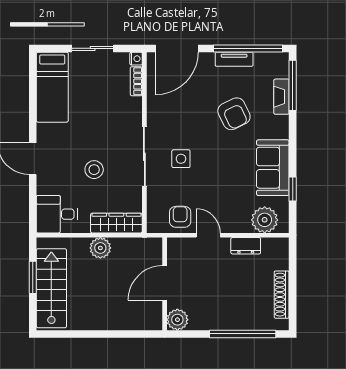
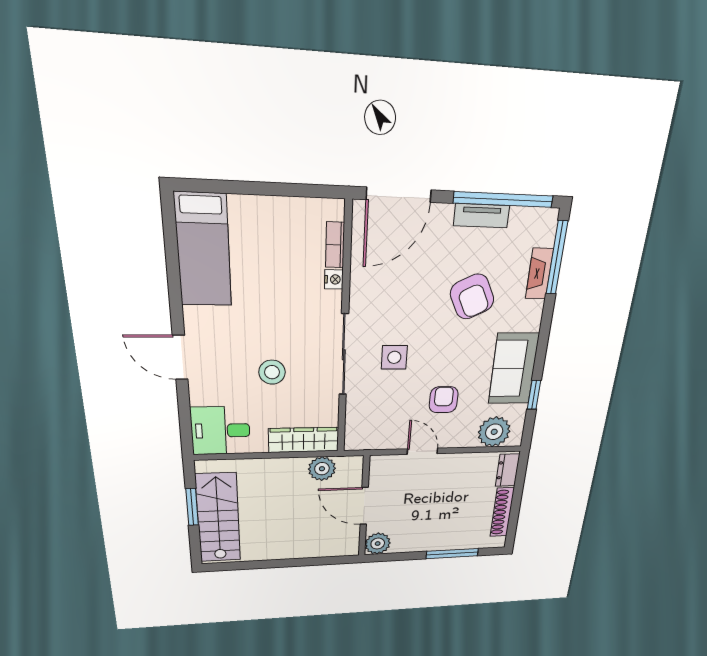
sliding door: (93, 48) -> (266, 189), removed
nightstand: (136, 59) -> (334, 279), moved
armchair: (180, 217) -> (444, 400), moved
dresser: (246, 246) -> (508, 470), moved, turned 90
plant: (100, 248) -> (322, 469), moved
door: (165, 283) -> (364, 506), hinge flipped
window: (243, 334) -> (452, 554), width x0.68

